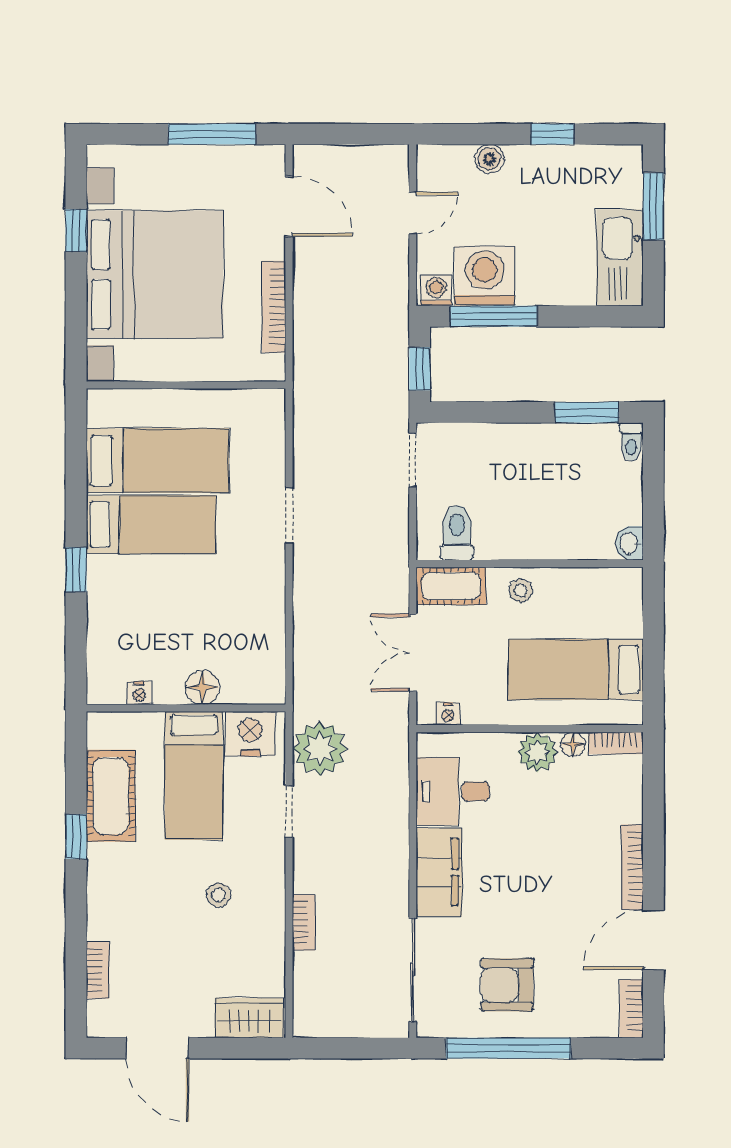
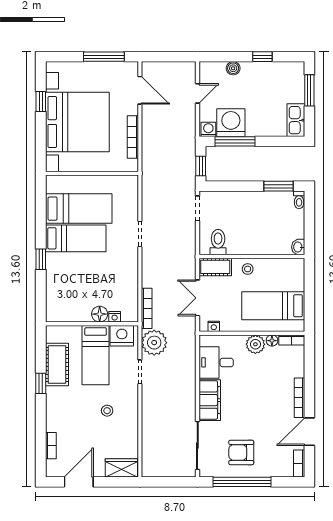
kitchen sink: (620, 258) -> (296, 120), width x0.73, depth x0.81
nightstand: (139, 693) -> (115, 317), moved
bookcase: (304, 922) -> (147, 308), moved, width x1.56
door: (158, 1048) -> (79, 482), swing flipped

